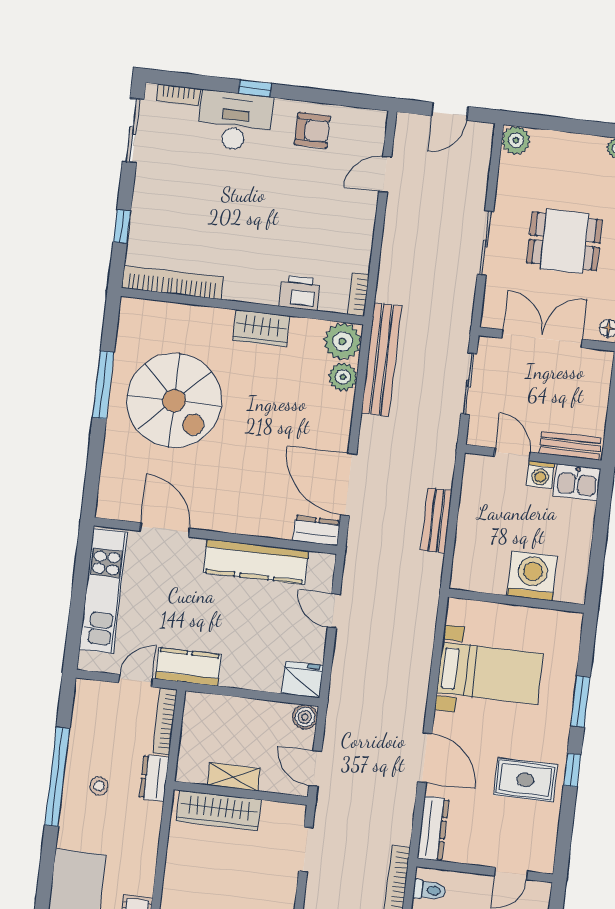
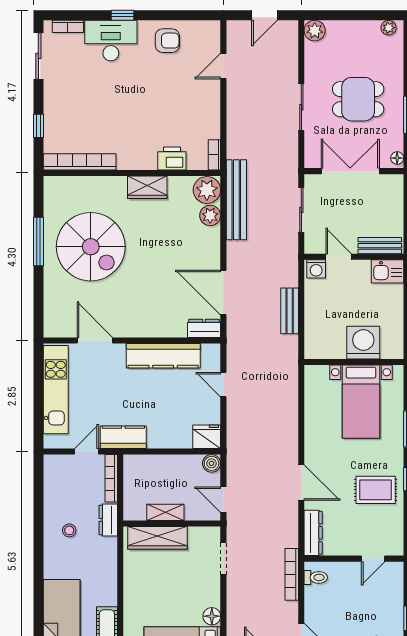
washing machine: (541, 474) -> (316, 269), moved
bed with nightstands: (490, 673) -> (361, 402), moved, turned 90
window: (57, 777) -> (38, 527), removed

